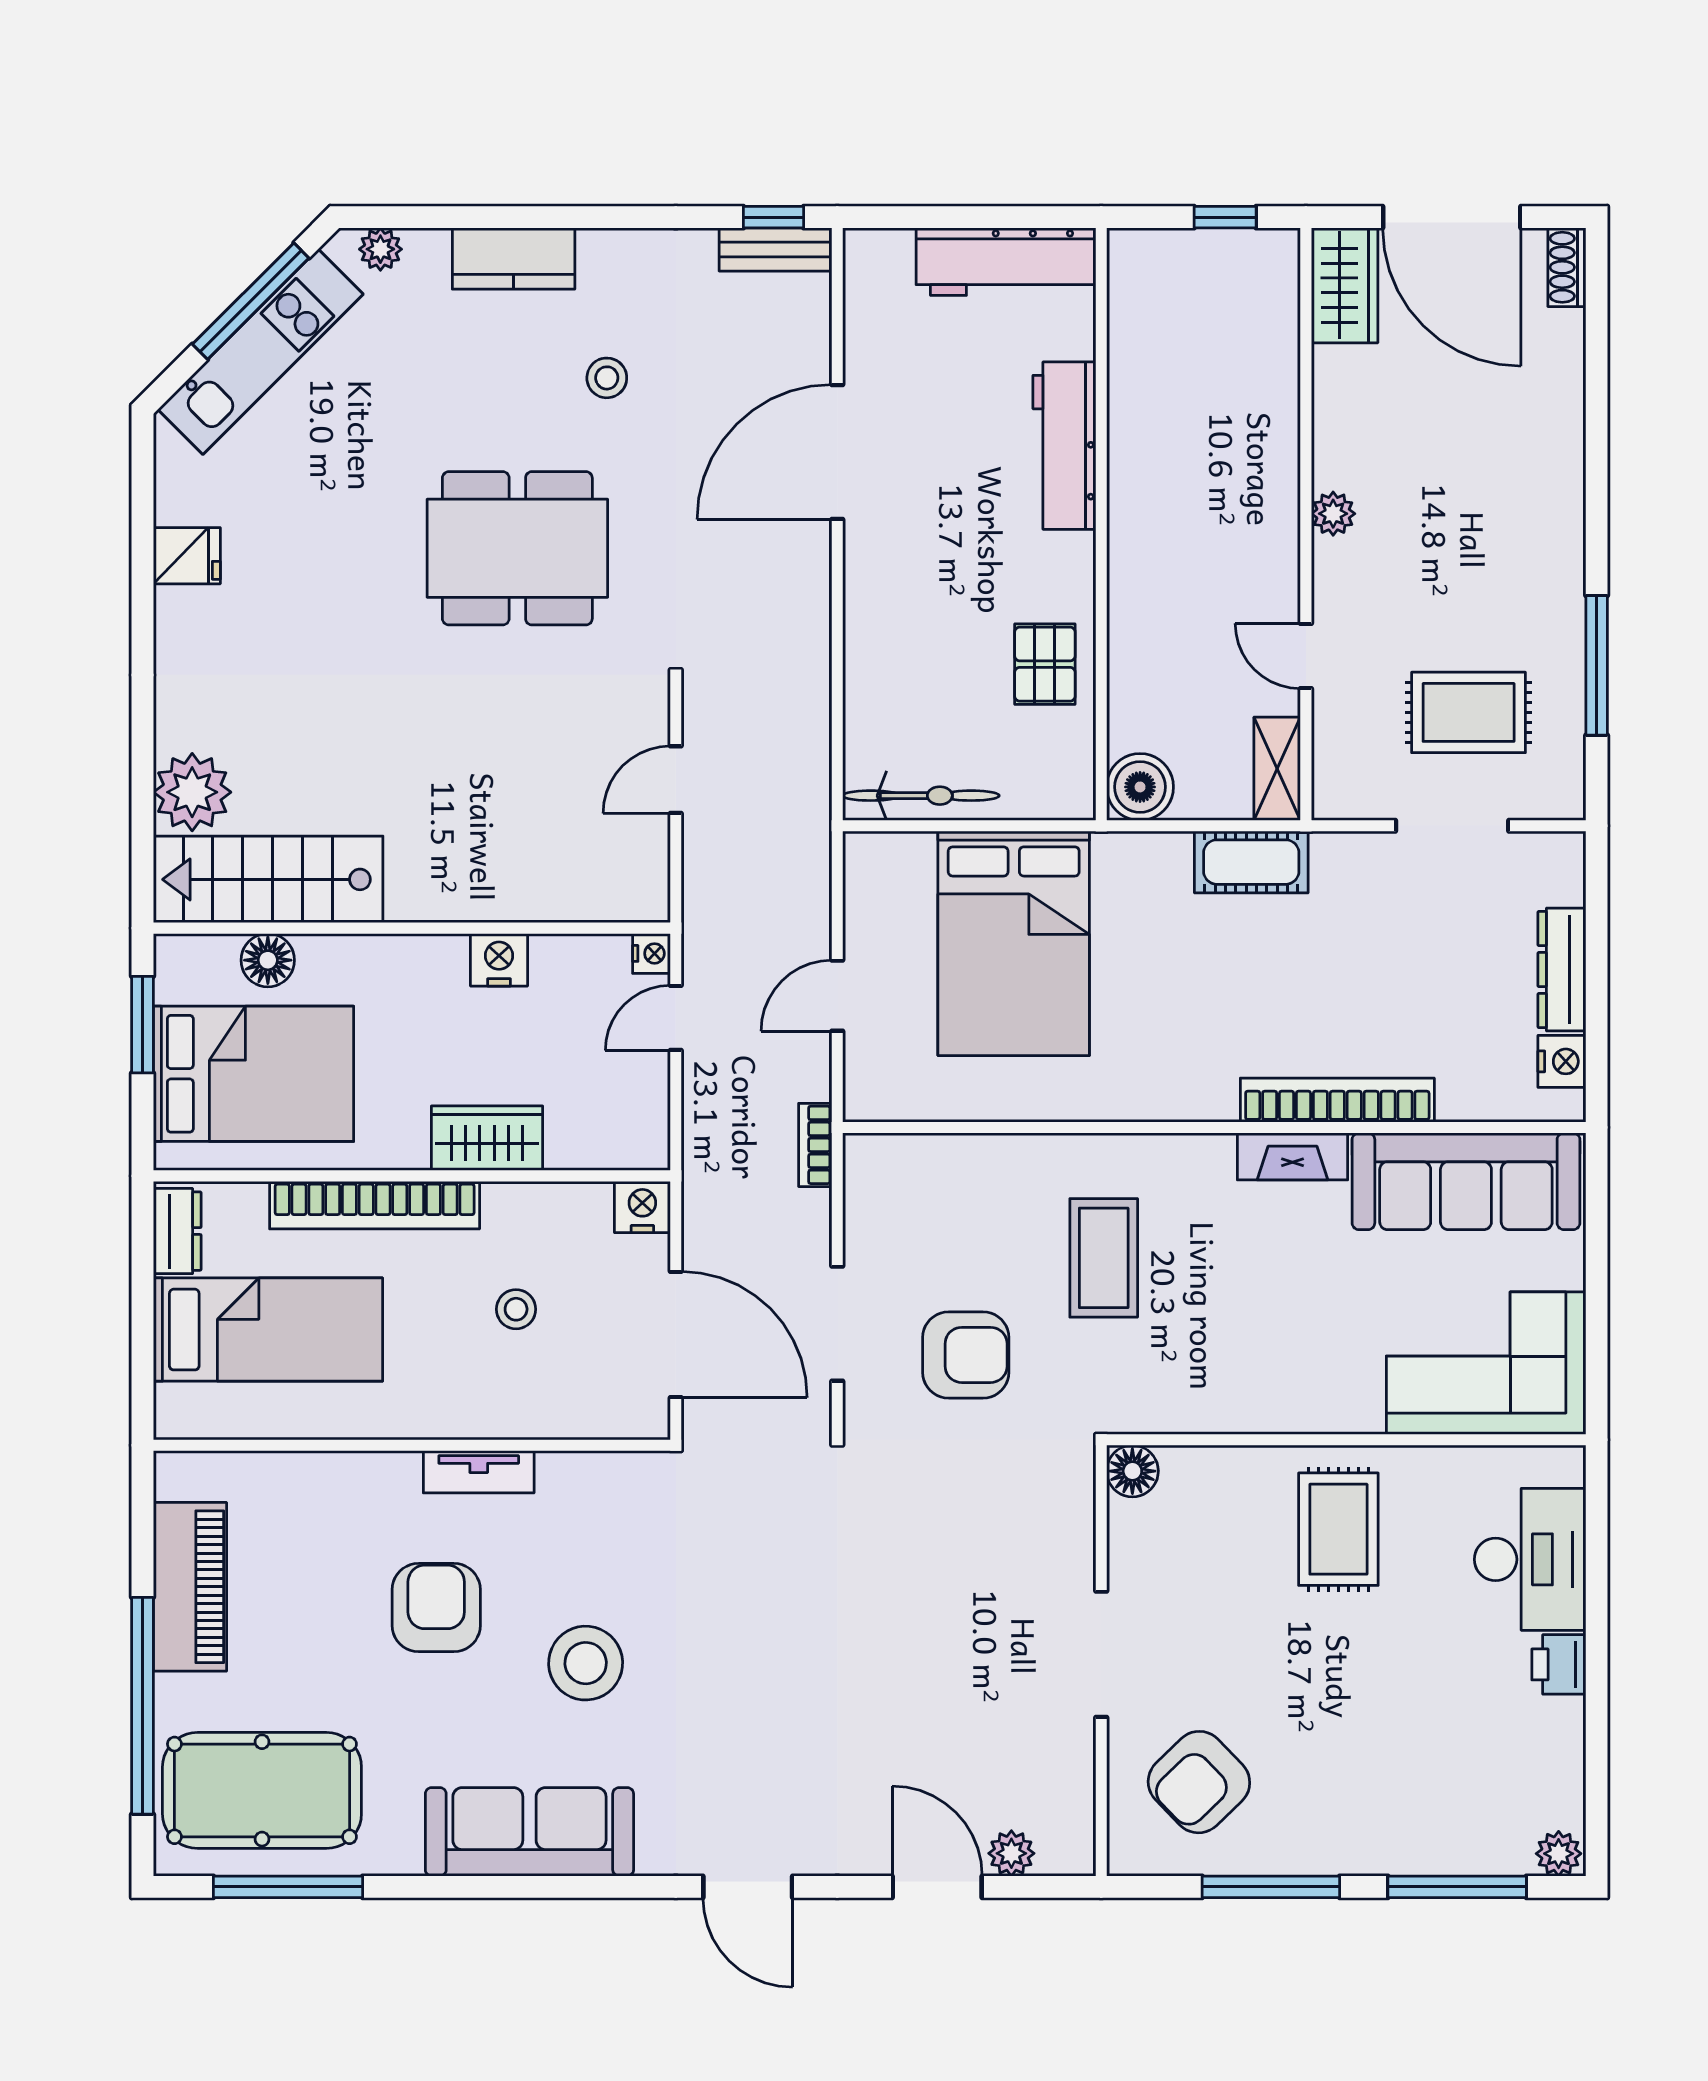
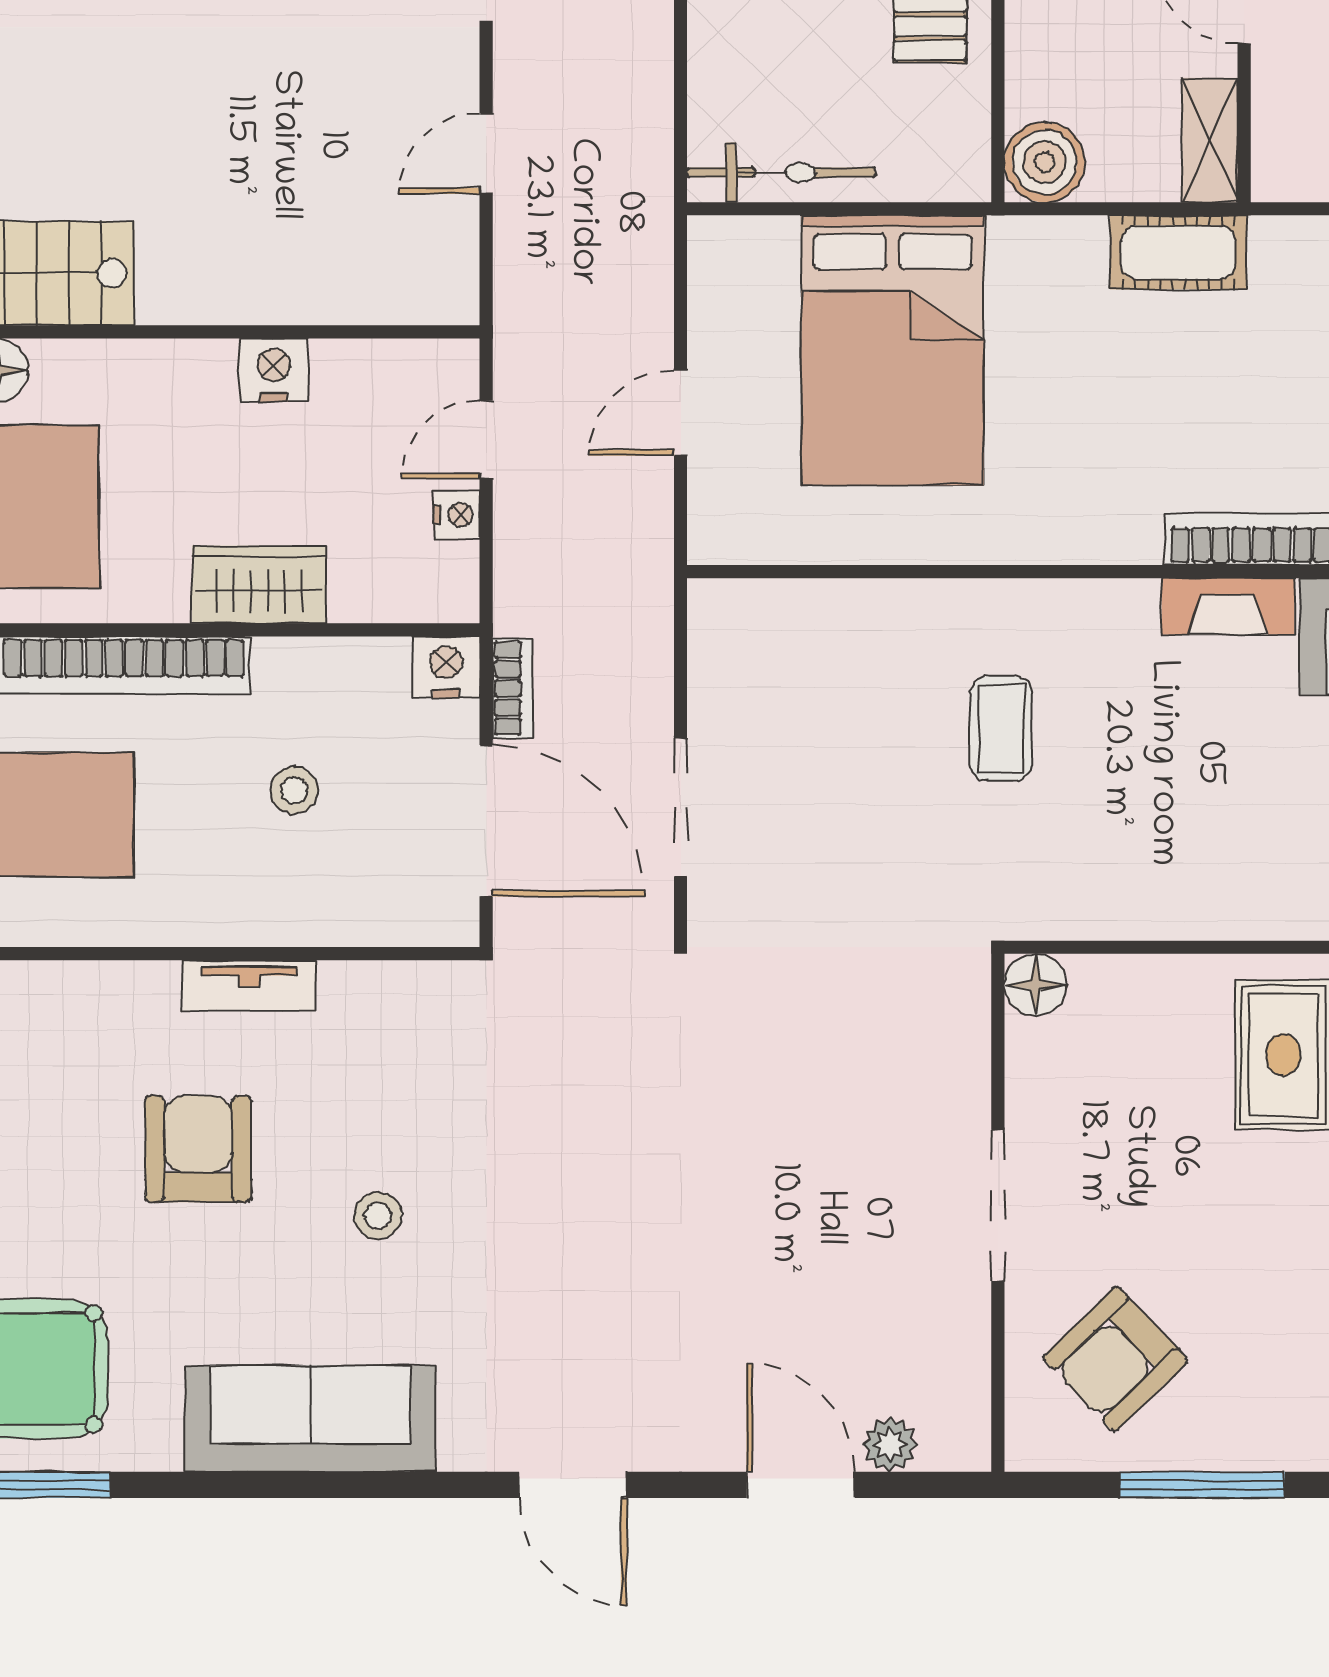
nightstand: (651, 953) -> (457, 515), moved
bookcase: (815, 1145) -> (513, 688), moved, turned 180
coffee table: (1104, 1258) -> (1001, 728), width x0.73, depth x0.77
armchair: (966, 1355) -> (835, 845), removed
stool: (586, 1663) -> (378, 1216), width x0.53, depth x0.53

